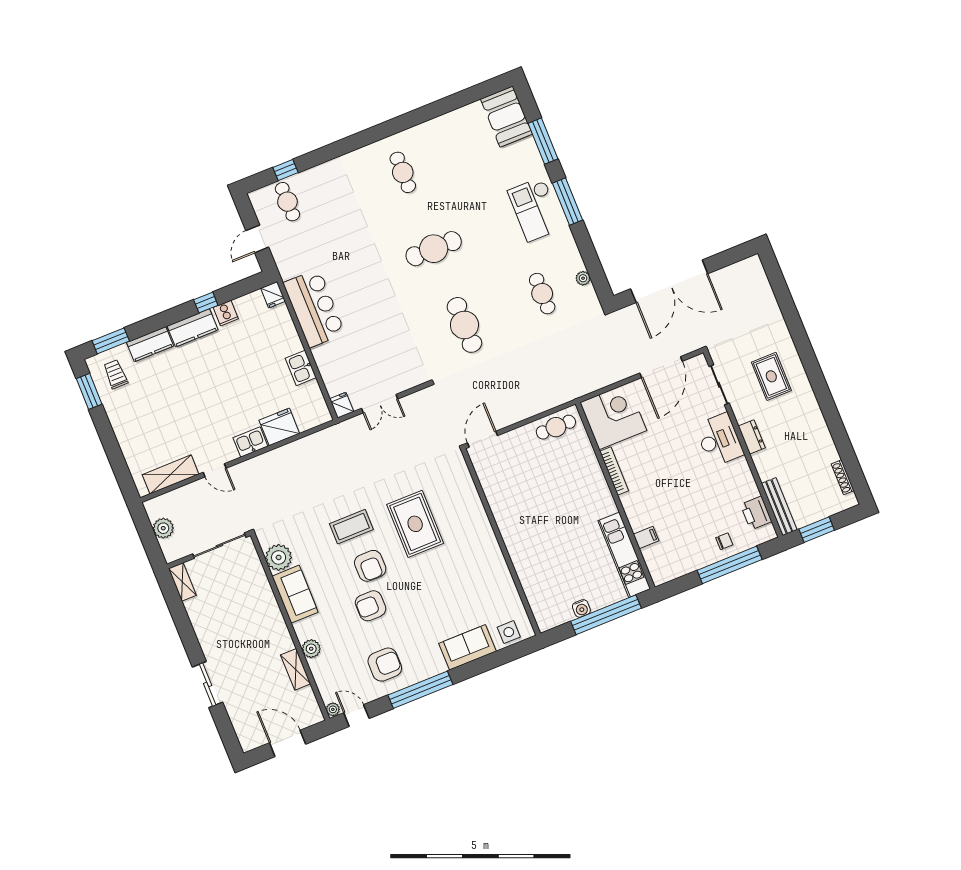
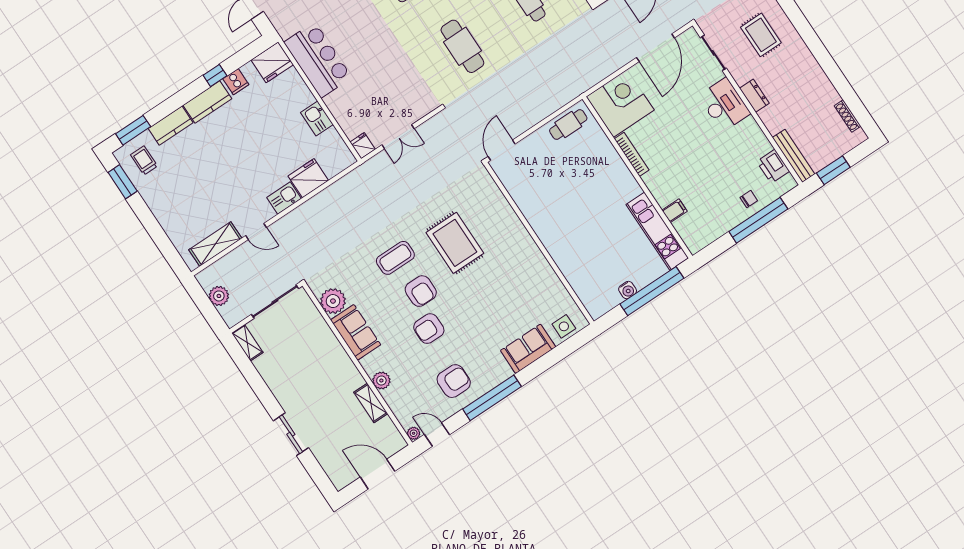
fridge: (273, 295) -> (272, 62), width x1.88, depth x1.34

